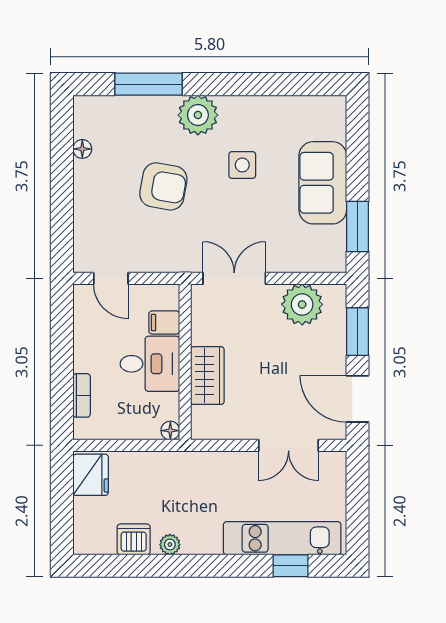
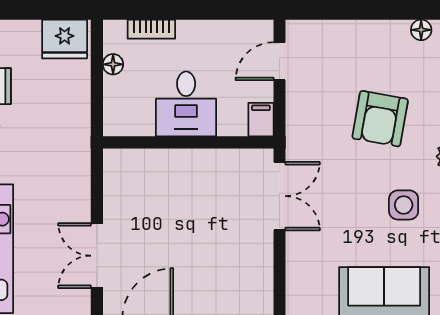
plant: (302, 304) -> (251, 270), removed
filing cabinet: (164, 322) -> (261, 120), moved
wardrobe: (207, 376) -> (173, 167), removed
floor lamp: (170, 431) -> (113, 64), moved

